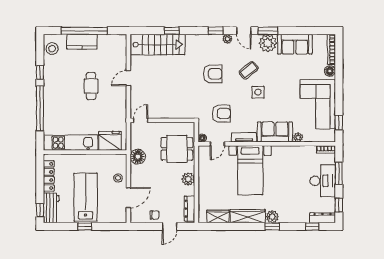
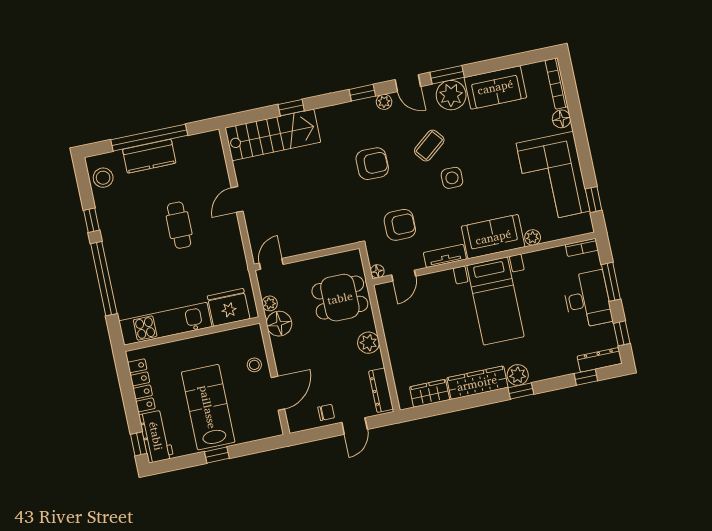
plant: (135, 144) -> (270, 303), added
bed with nightstands: (250, 170) -> (495, 301), moved

